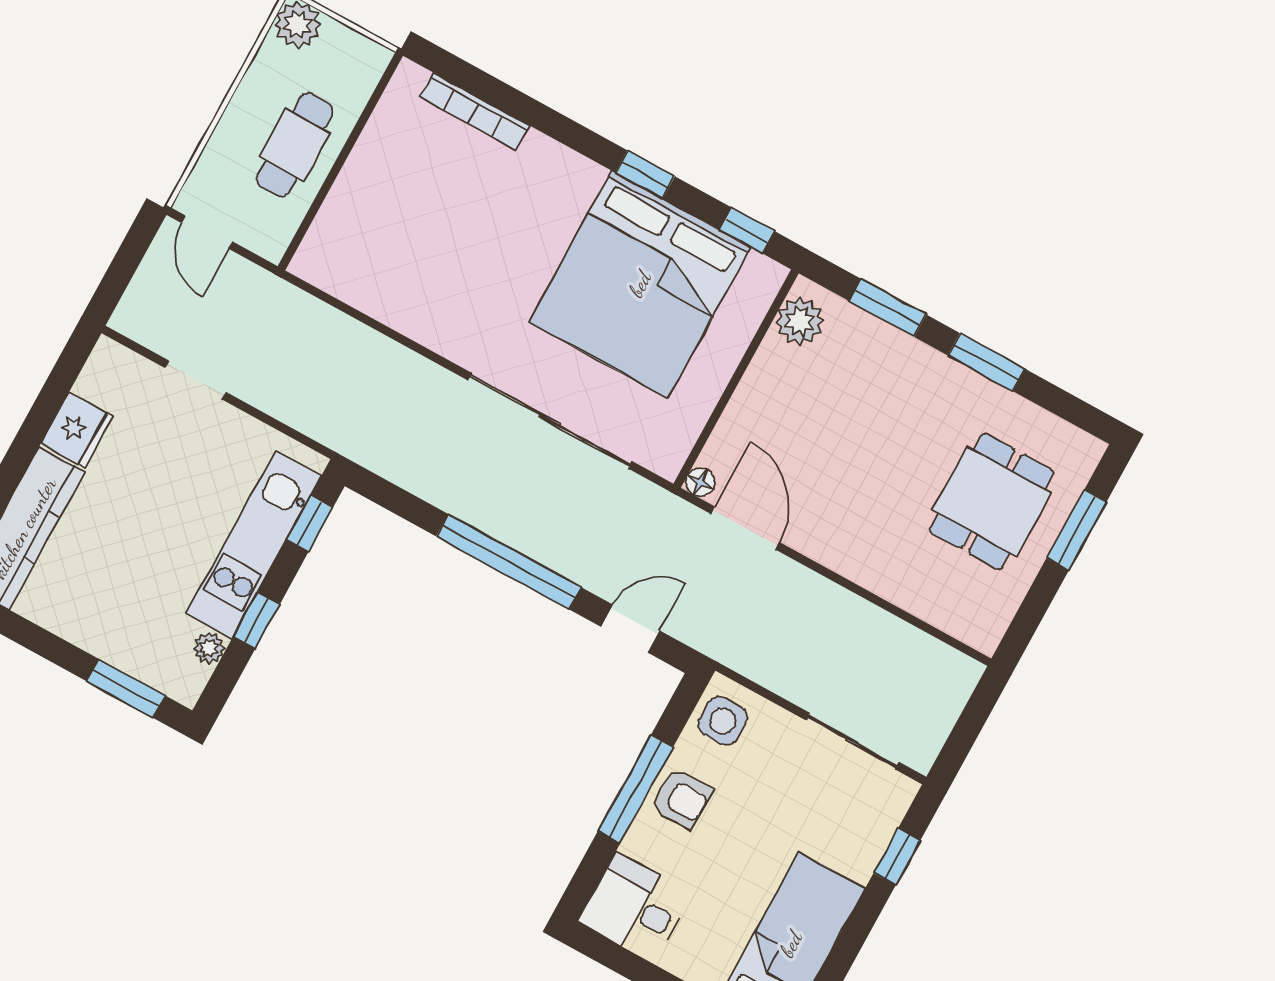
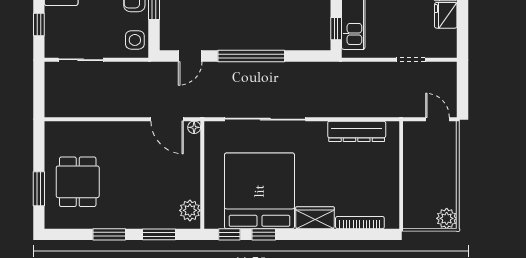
cafe table: (295, 145) -> (422, 171), removed
wardrobe: (559, 170) -> (315, 218), added
window: (645, 174) -> (264, 234), moved
dresser: (381, 296) -> (357, 131), added

